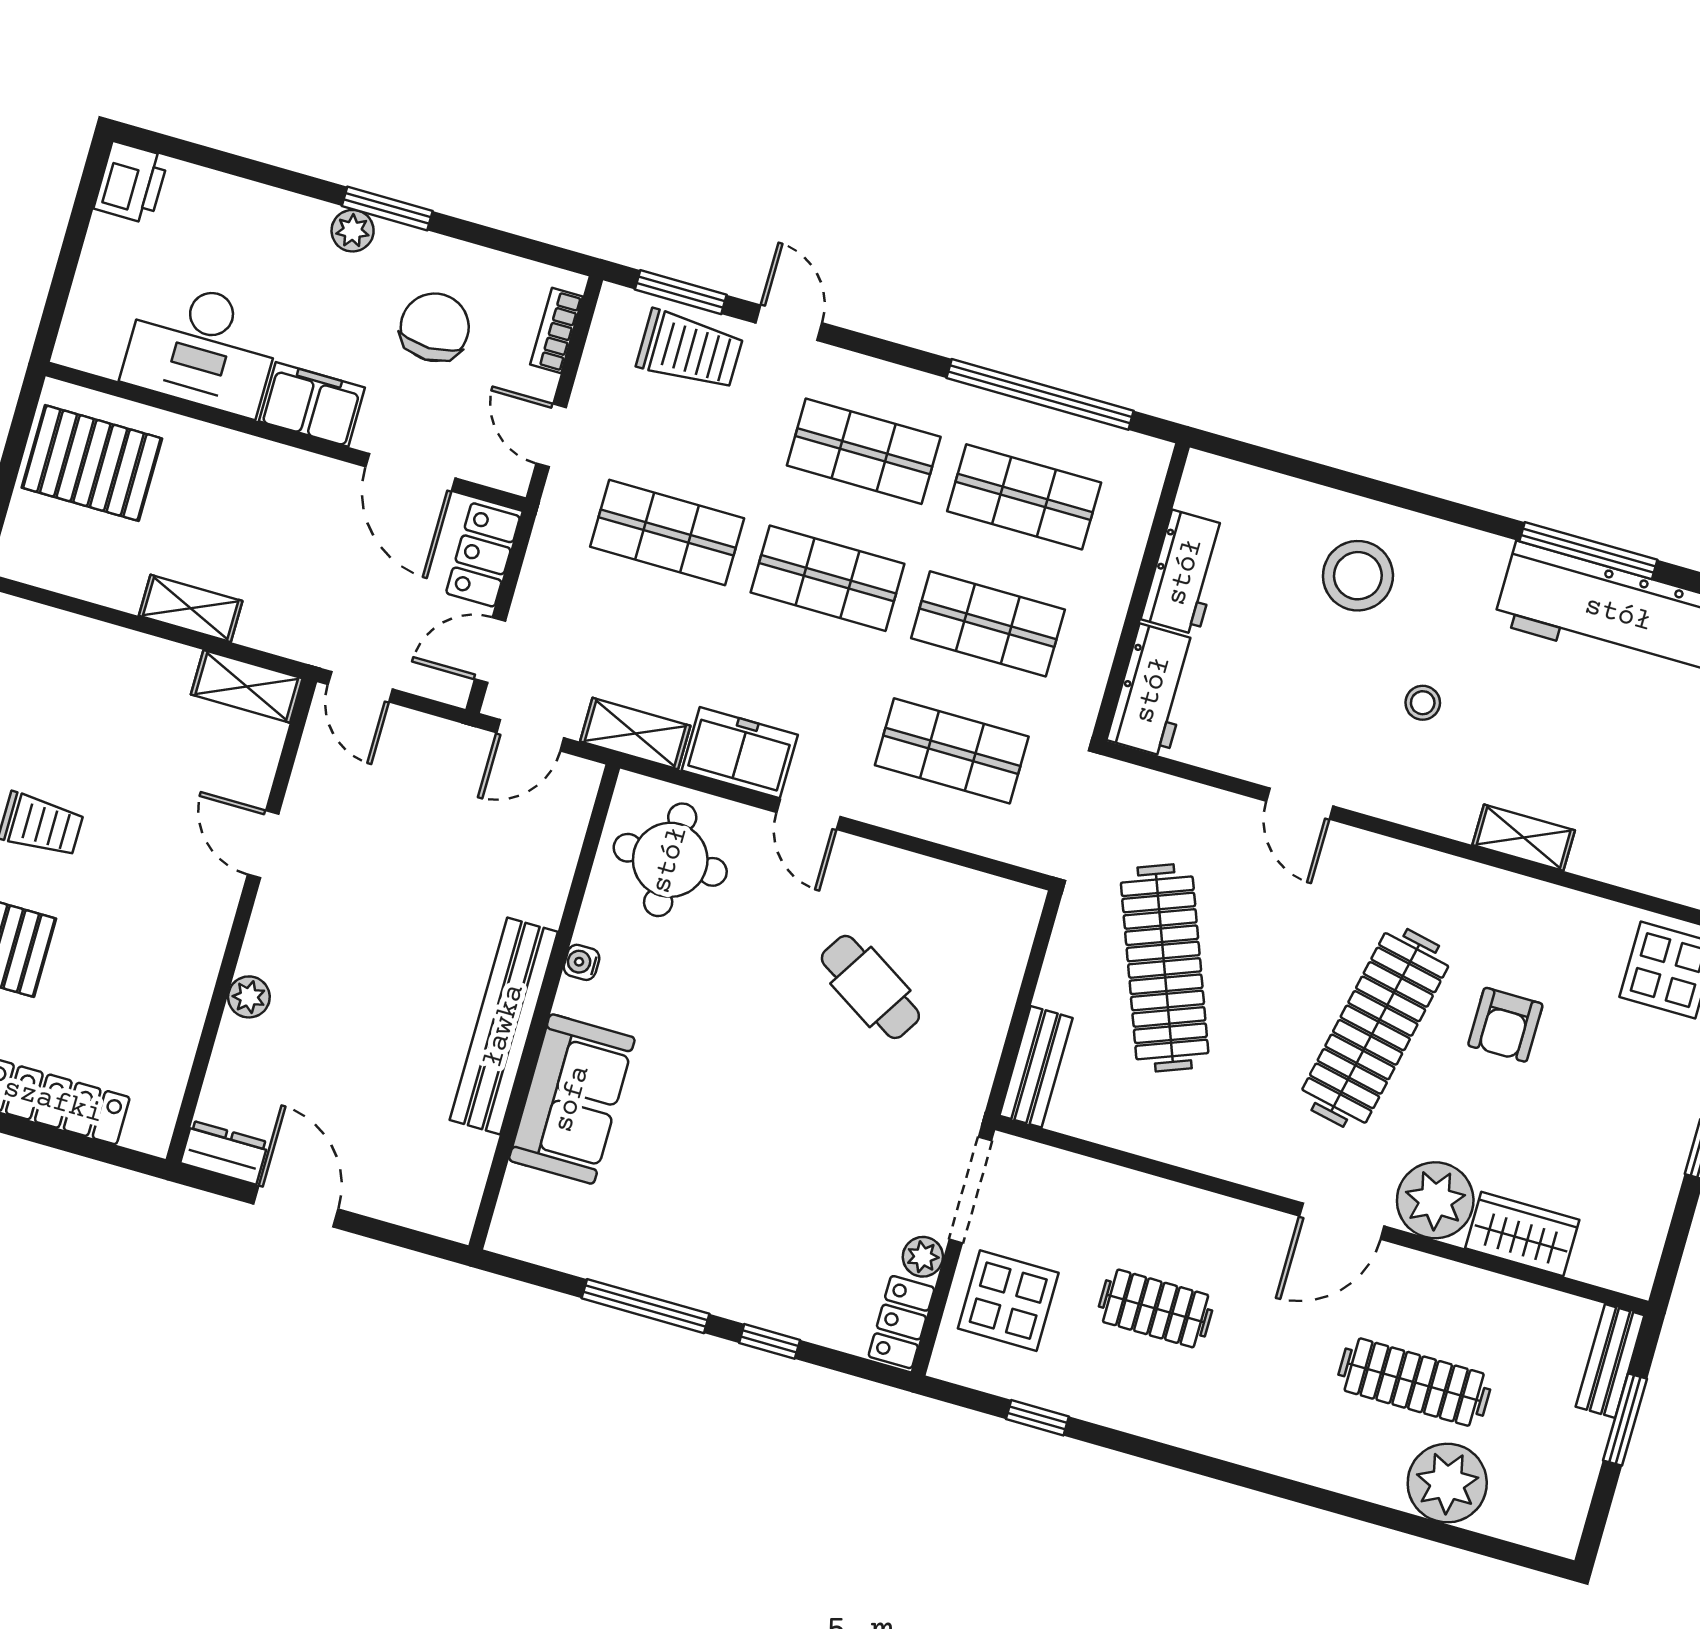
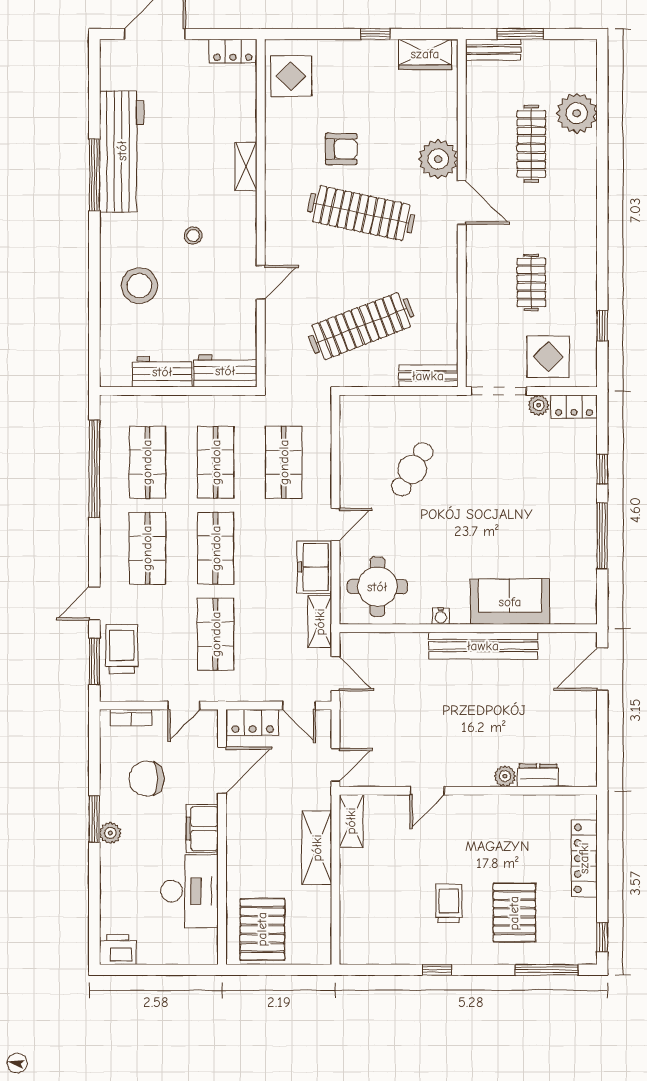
shelving: (191, 608) -> (317, 848), width x1.50, depth x1.33
dresser: (224, 1153) -> (538, 775), moved, turned 90
door: (296, 1206) -> (602, 669), moved
wardrobe: (1522, 1234) -> (425, 54), moved, turned -90

